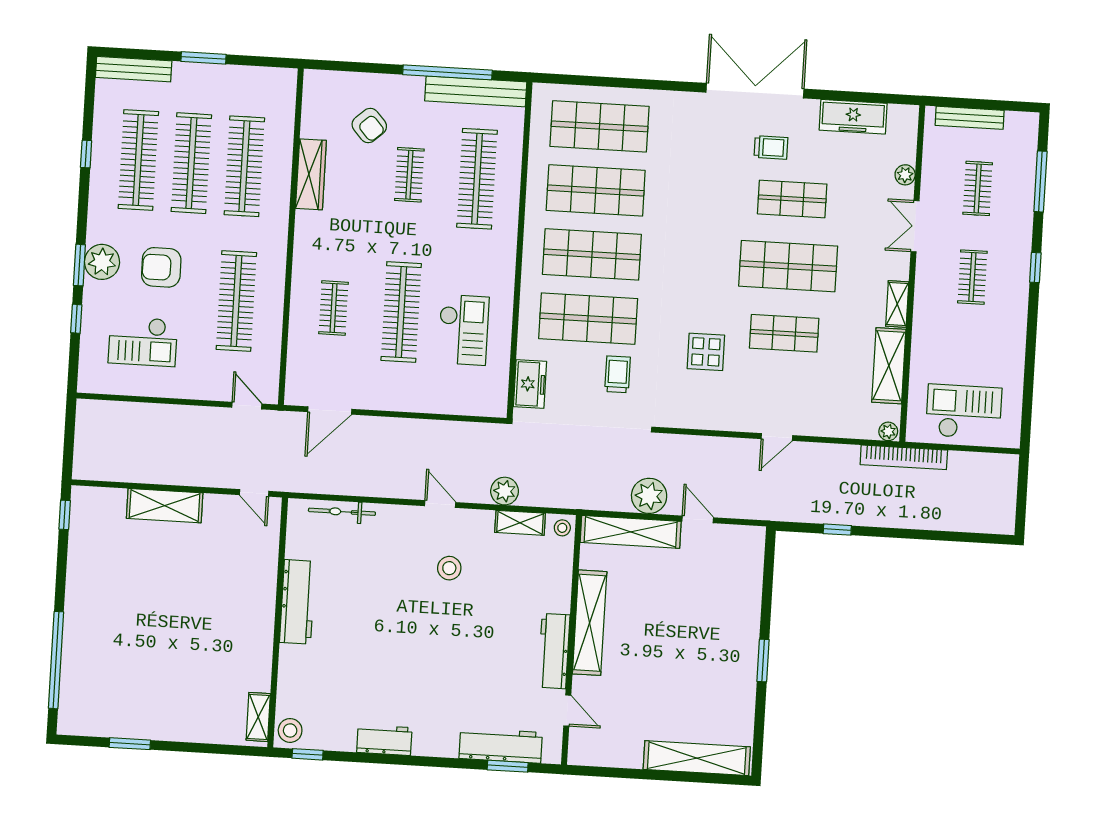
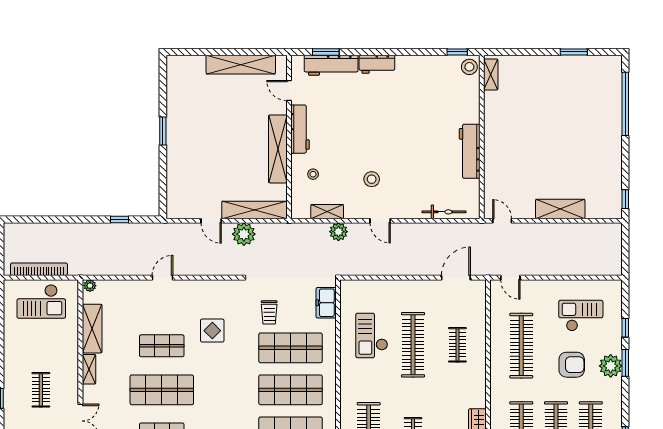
bookcase: (904, 457) -> (39, 269), moved
stool: (562, 528) -> (313, 174), moved
workbench: (384, 740) -> (377, 64), moved
shelving: (697, 758) -> (241, 65), moved

